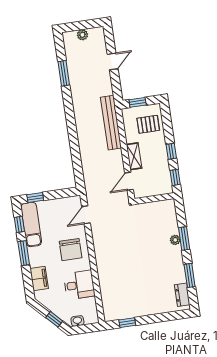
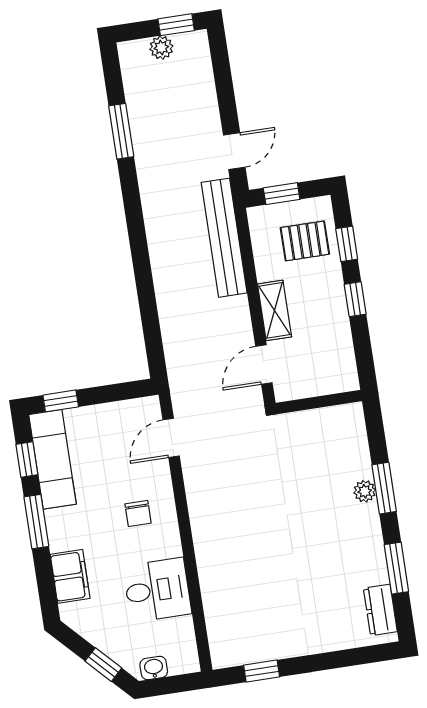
window: (89, 24) -> (176, 25), added
door: (113, 61) -> (234, 151), moved
window: (175, 177) -> (347, 244), moved
chair: (71, 250) -> (138, 513), width x0.54, depth x0.54

